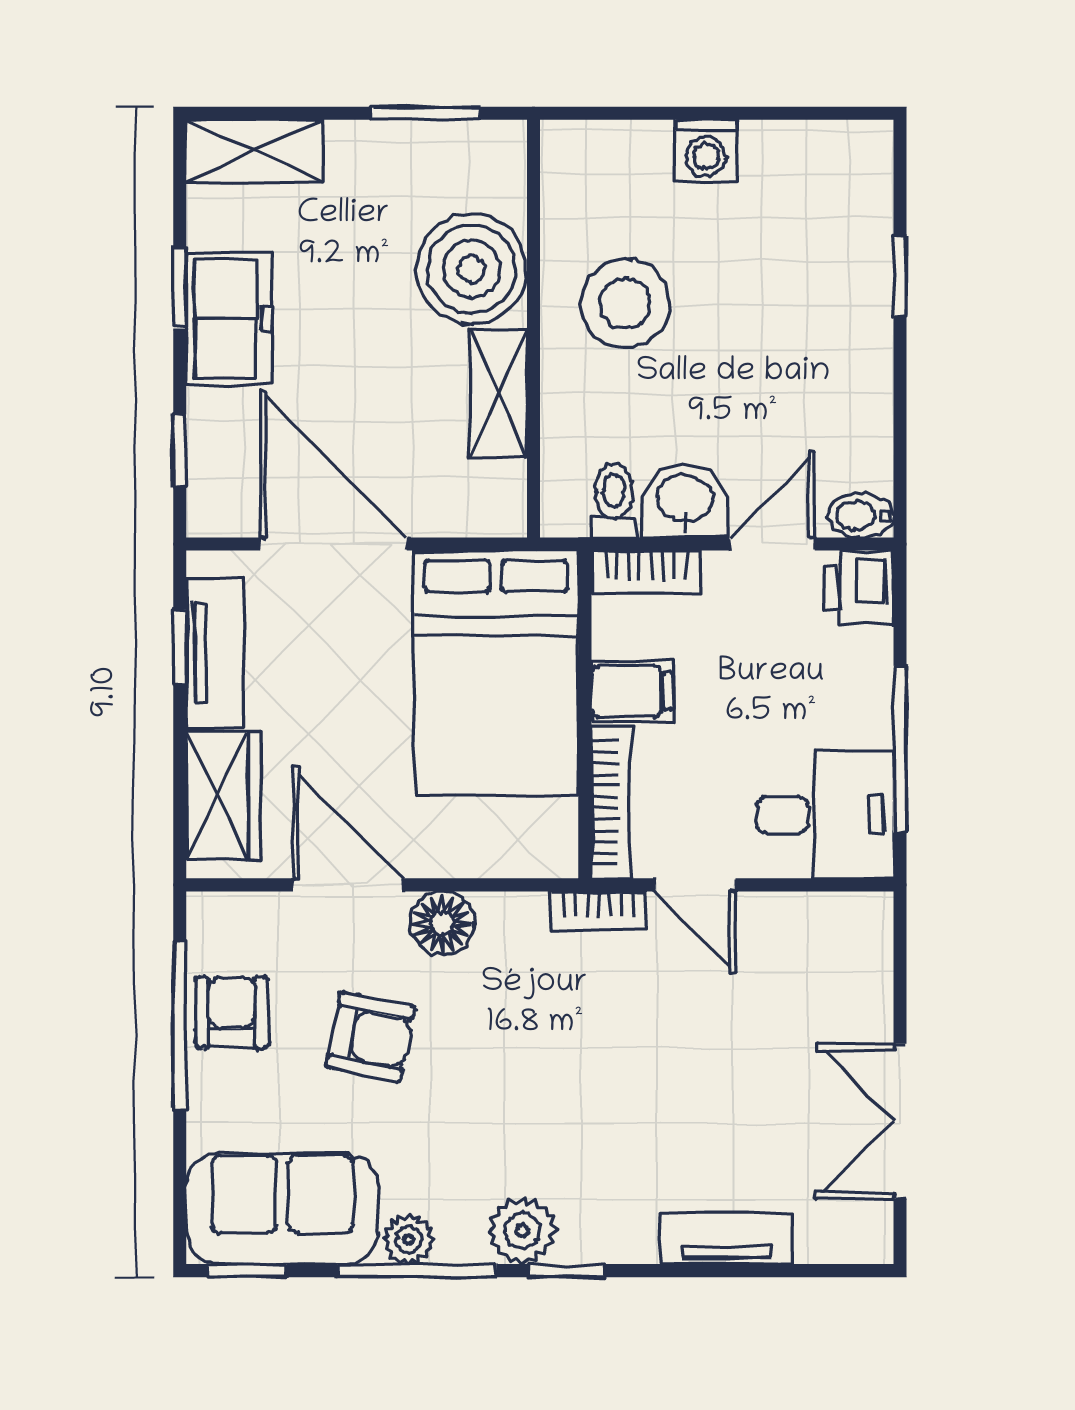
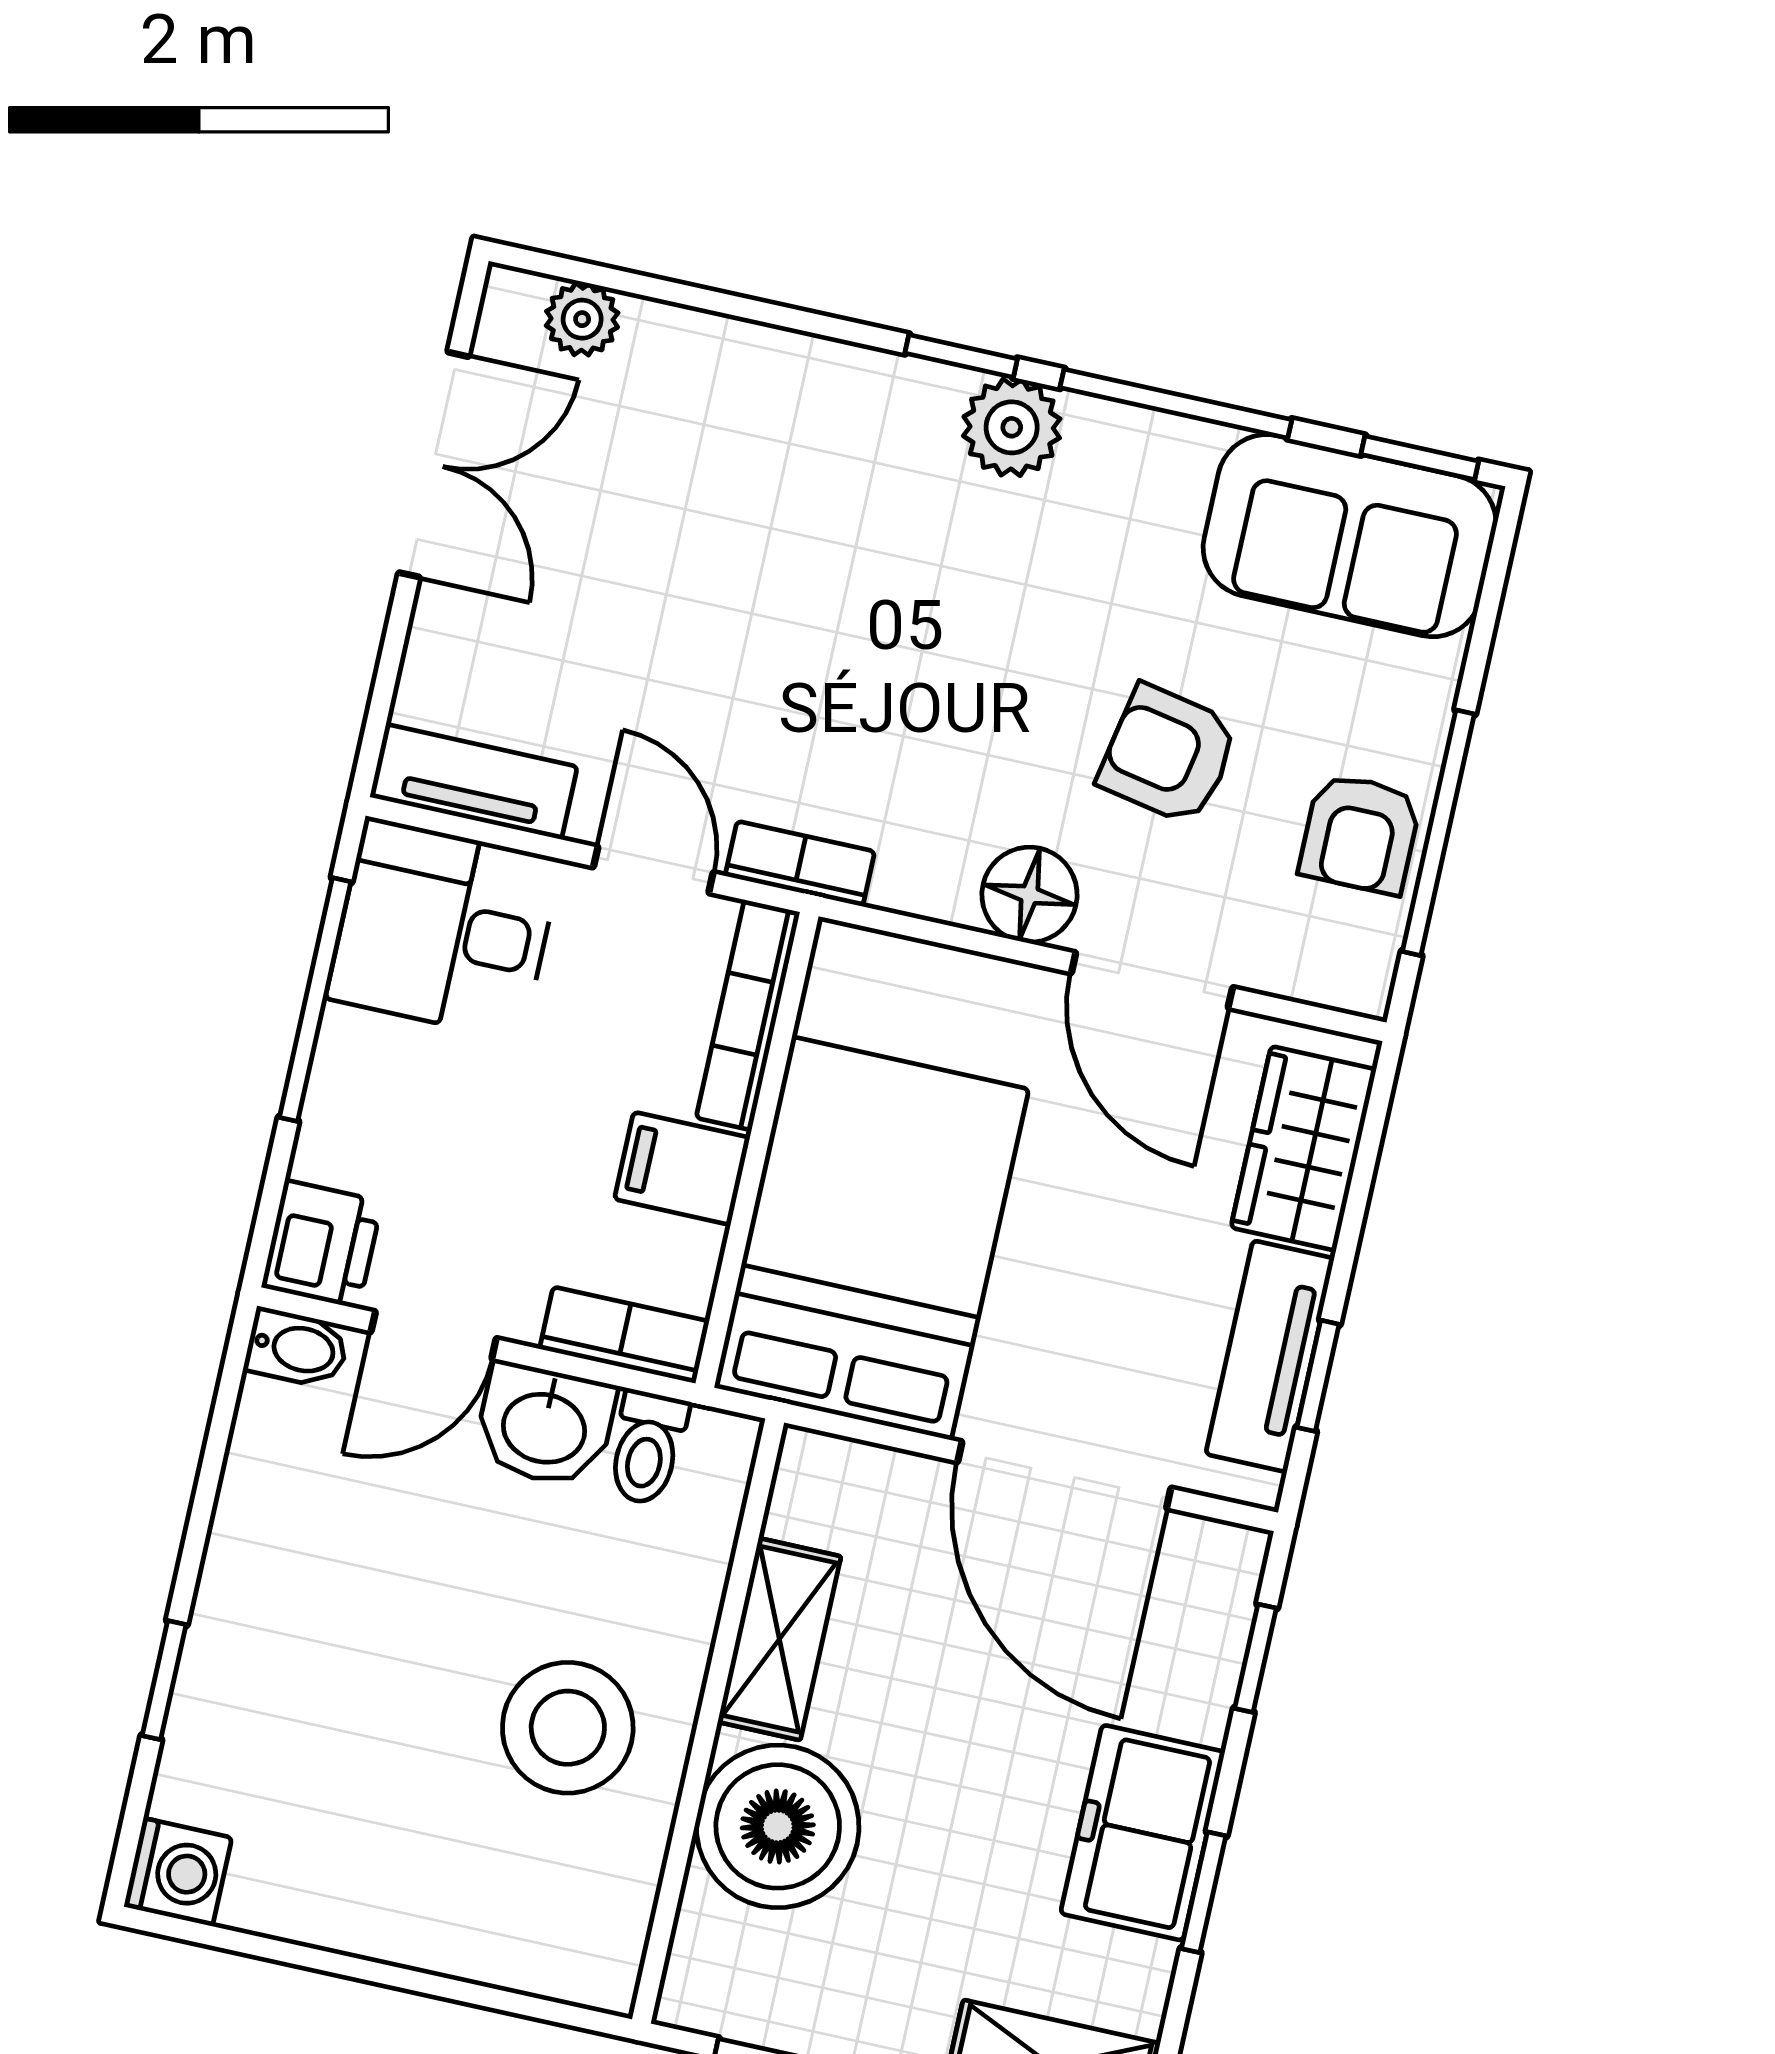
washing machine: (706, 150) -> (178, 1872), moved, turned 90
plant: (409, 1239) -> (582, 319), moved
tv unit: (726, 1239) -> (474, 782), moved, turned 180

